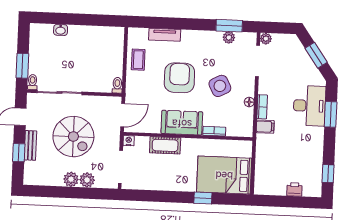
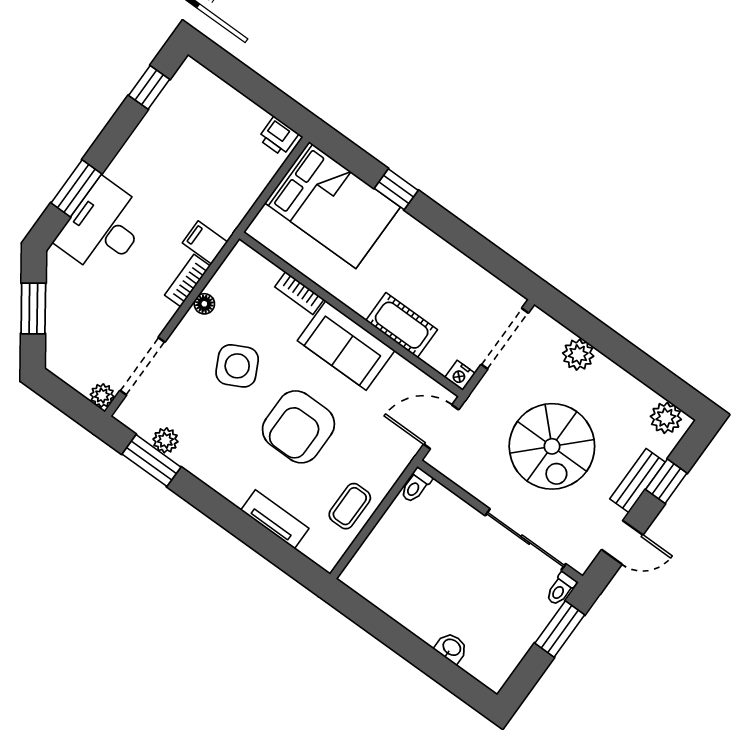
spiral stairs: (73, 137) -> (552, 446), turned 180
plant: (71, 179) -> (666, 418), moved
printer: (294, 189) -> (278, 136), moved

